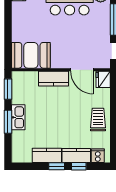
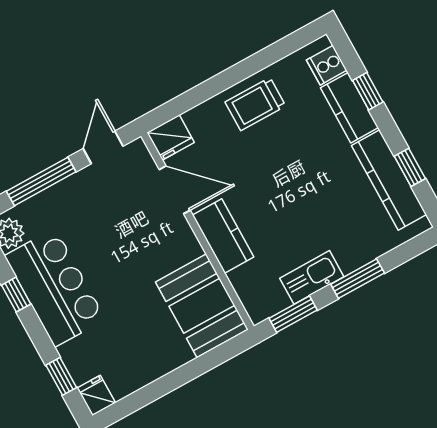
door: (82, 70) -> (175, 190), hinge flipped
kitchen sink: (18, 117) -> (312, 277), moved
kitchen counter: (47, 155) -> (389, 180), width x1.50
window: (57, 166) -> (410, 167), moved

